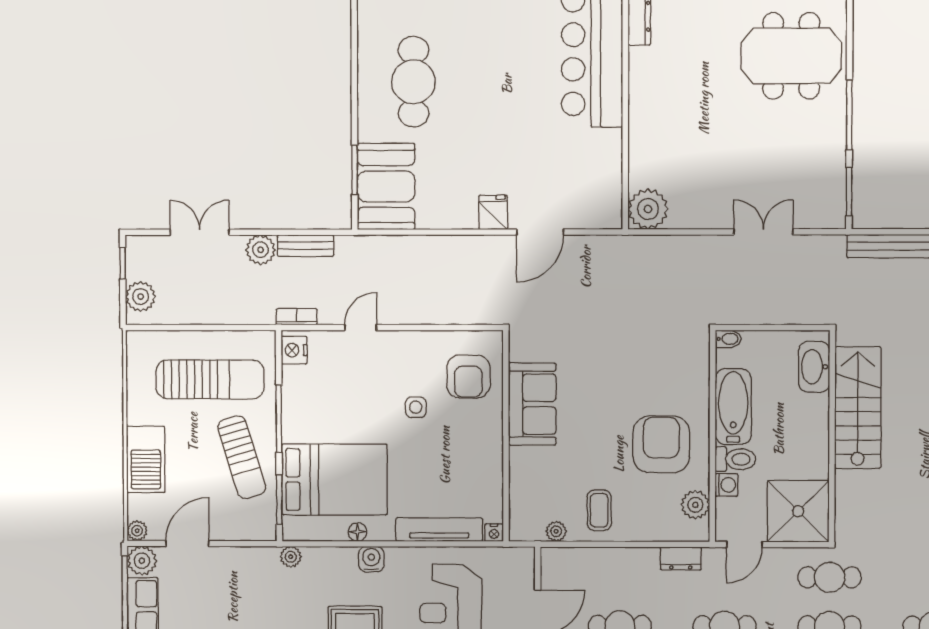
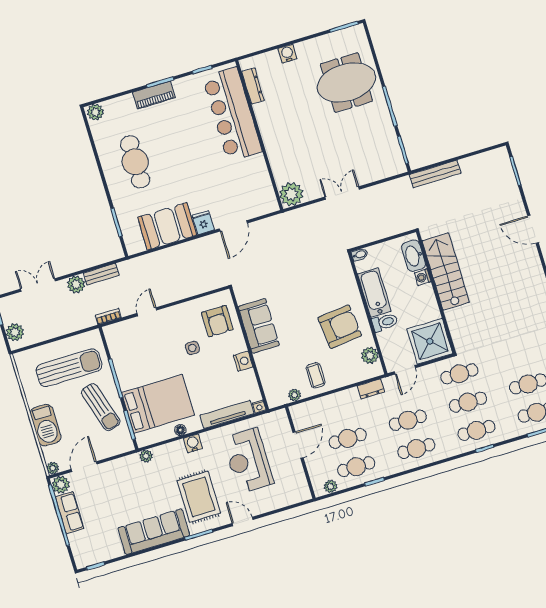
booth: (386, 187) -> (167, 226), moved, turned 90
double door: (763, 232) -> (342, 193), moved
nightstand: (294, 350) -> (243, 361), moved, turned 180
armchair: (661, 444) -> (340, 327), turned 84
washing machine: (726, 485) -> (423, 277), moved, turned 180

